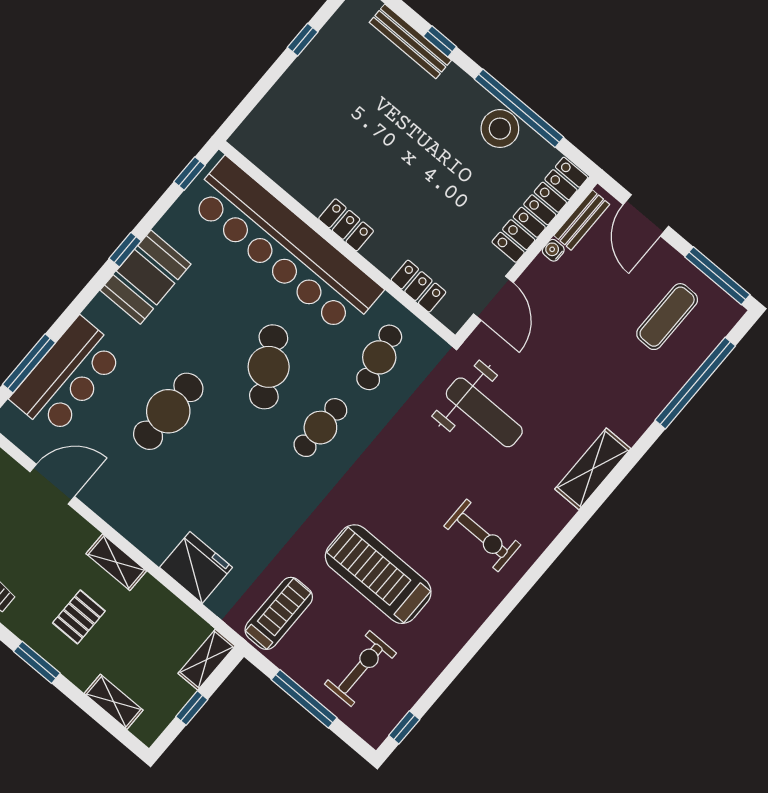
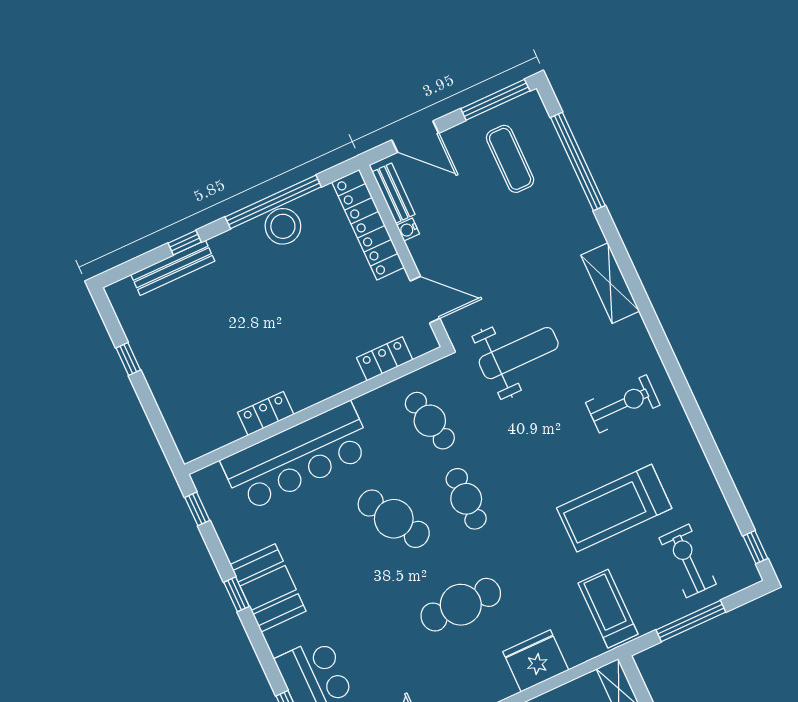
locker: (346, 225) -> (266, 413), moved
bar counter: (285, 246) -> (297, 457), width x0.73
cafe table: (168, 411) -> (461, 605), moved, turned 90

